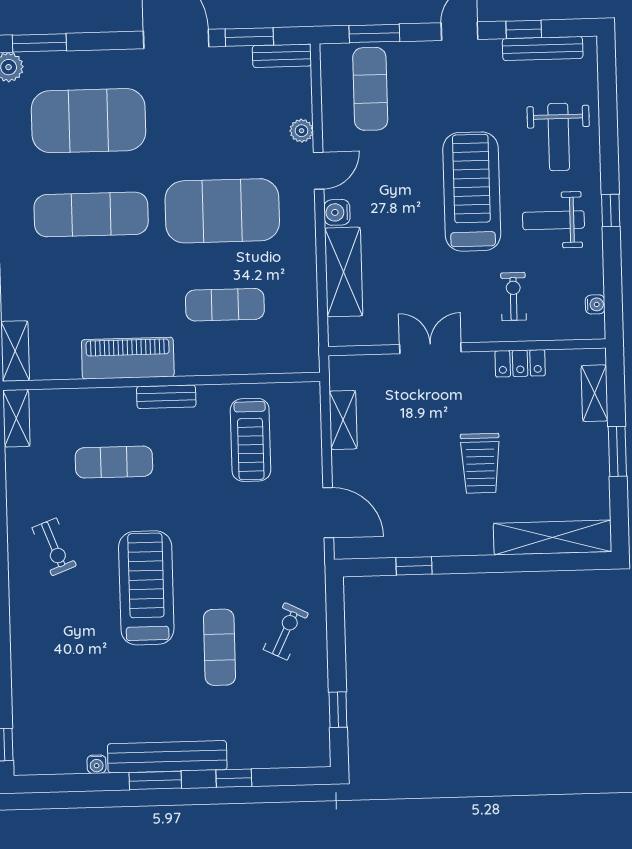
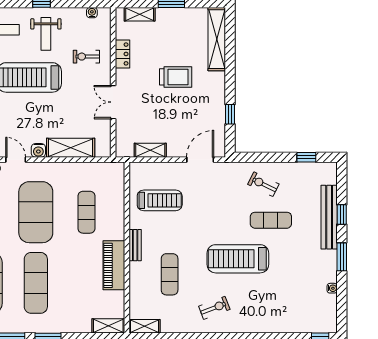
bench: (167, 757) -> (329, 217), moved

